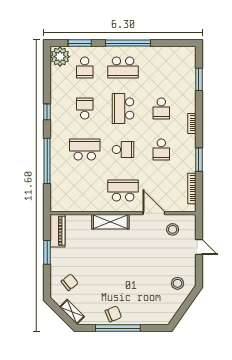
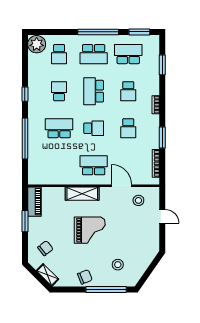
window: (80, 43) -> (139, 32), moved
school desk: (161, 68) -> (128, 54), added
grand piano: (119, 262) -> (90, 230), added
stool: (177, 283) -> (118, 265), moved
window: (118, 328) -> (106, 290), moved

